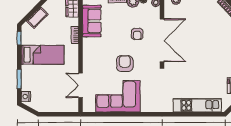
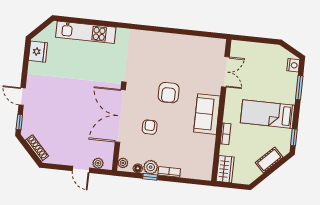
sofa: (92, 21) -> (207, 114), moved
corner sofa: (118, 96) -> (181, 54), removed

